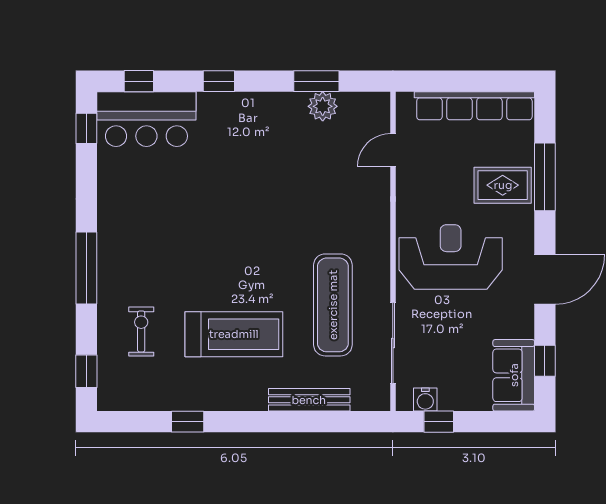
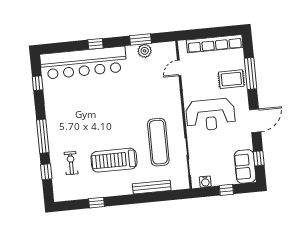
window: (139, 81) -> (59, 47), removed
bar counter: (146, 119) -> (83, 63), width x1.86
window: (86, 128) -> (38, 83), moved
reception desk: (451, 257) -> (211, 115), turned 180
treadmill: (234, 334) -> (114, 160), turned 180
window: (86, 371) -> (46, 172), moved
window: (439, 422) -> (226, 190), moved

